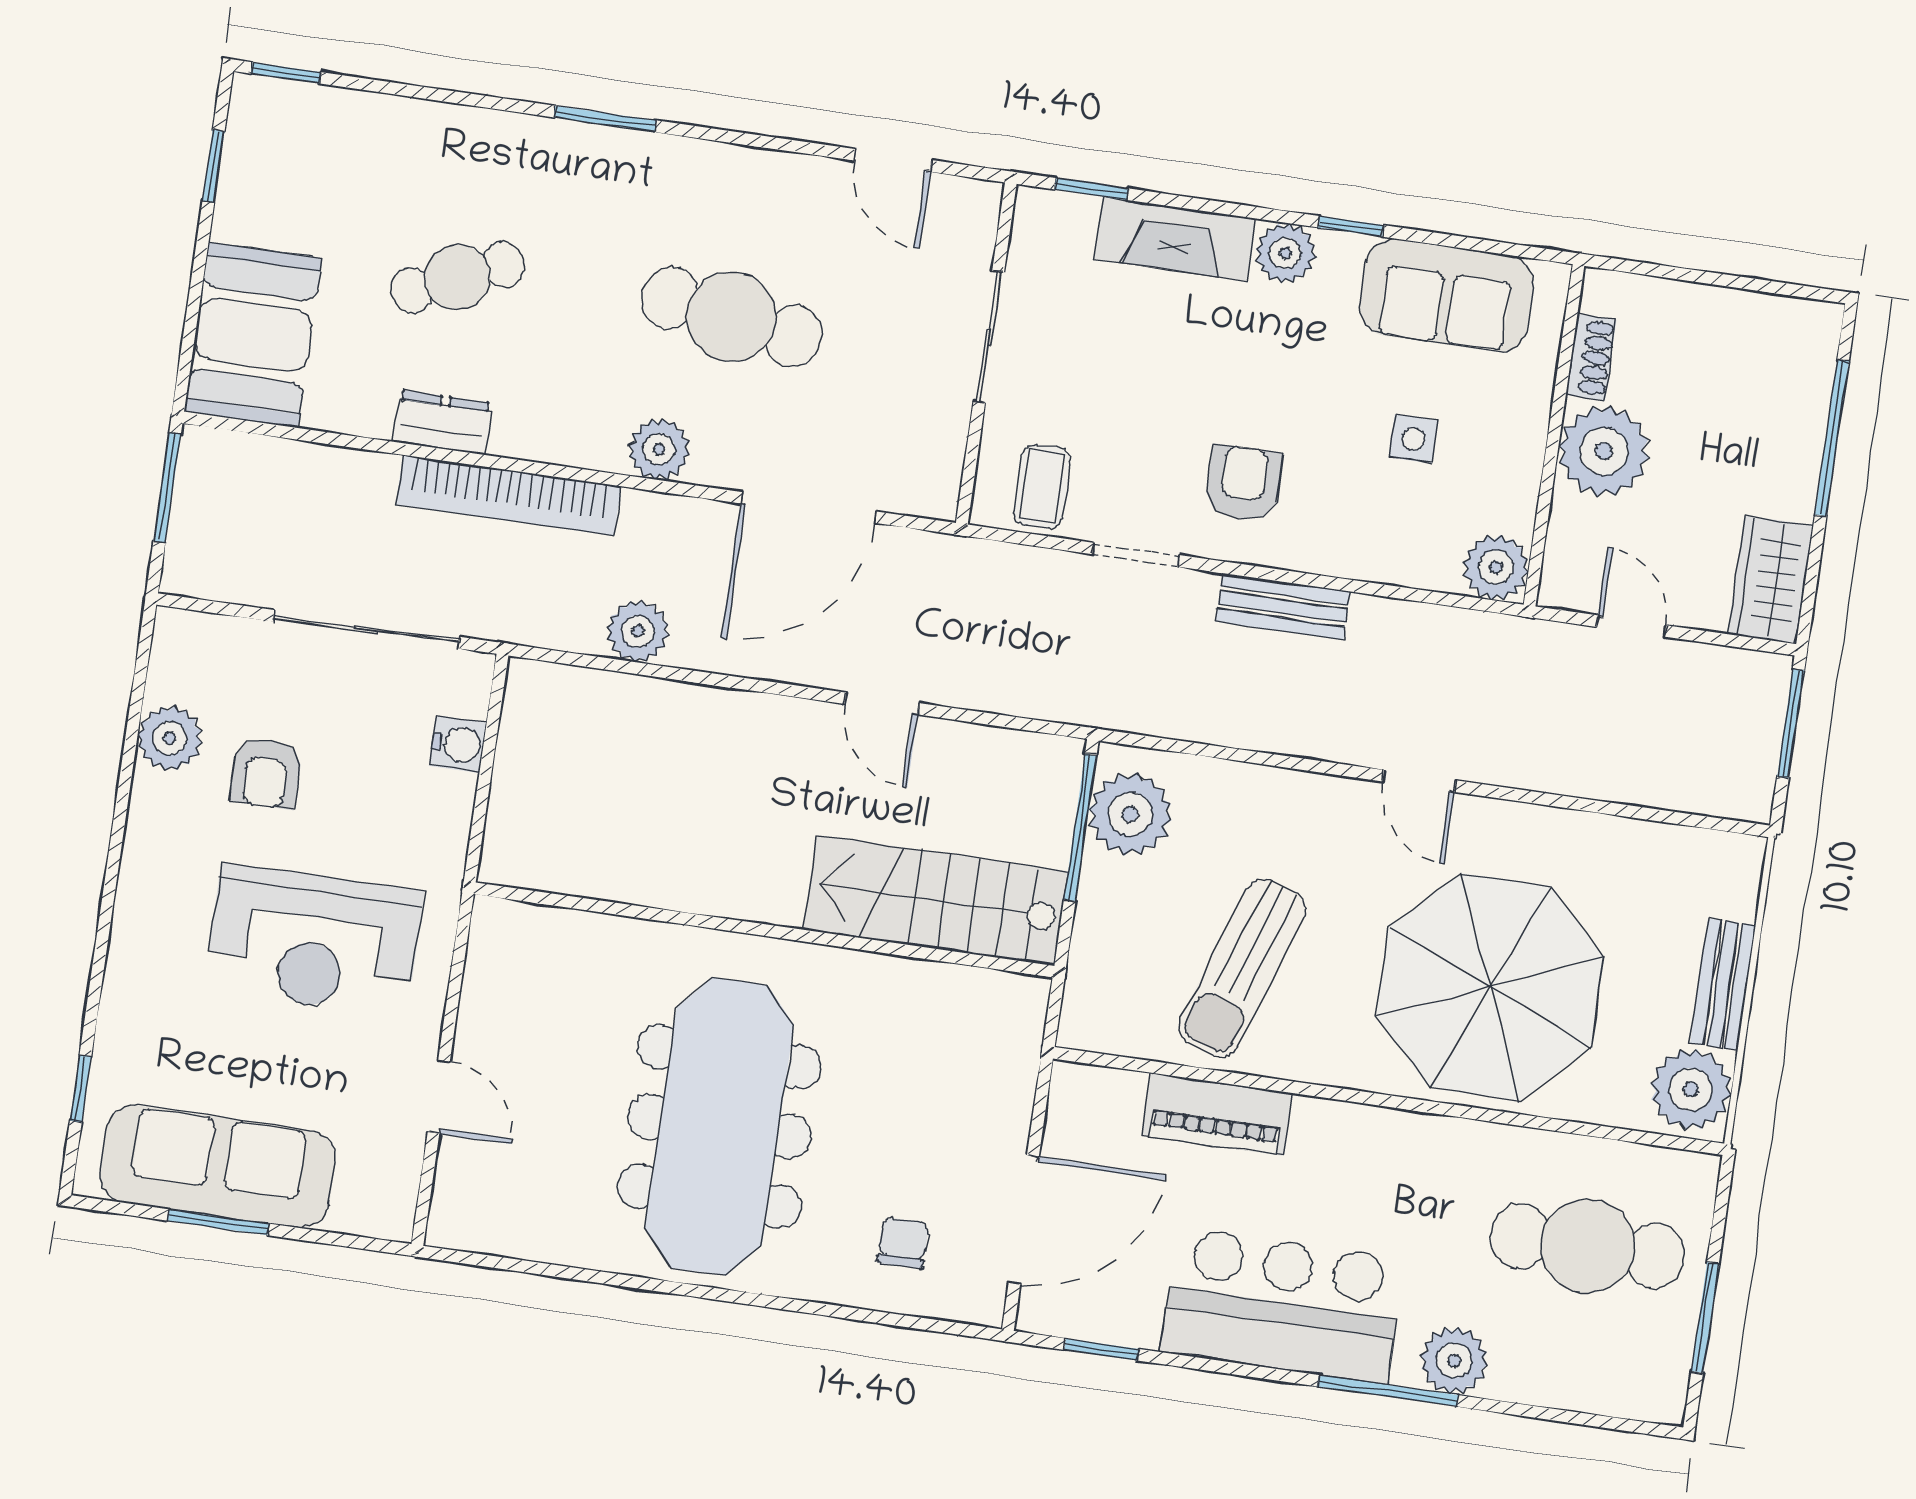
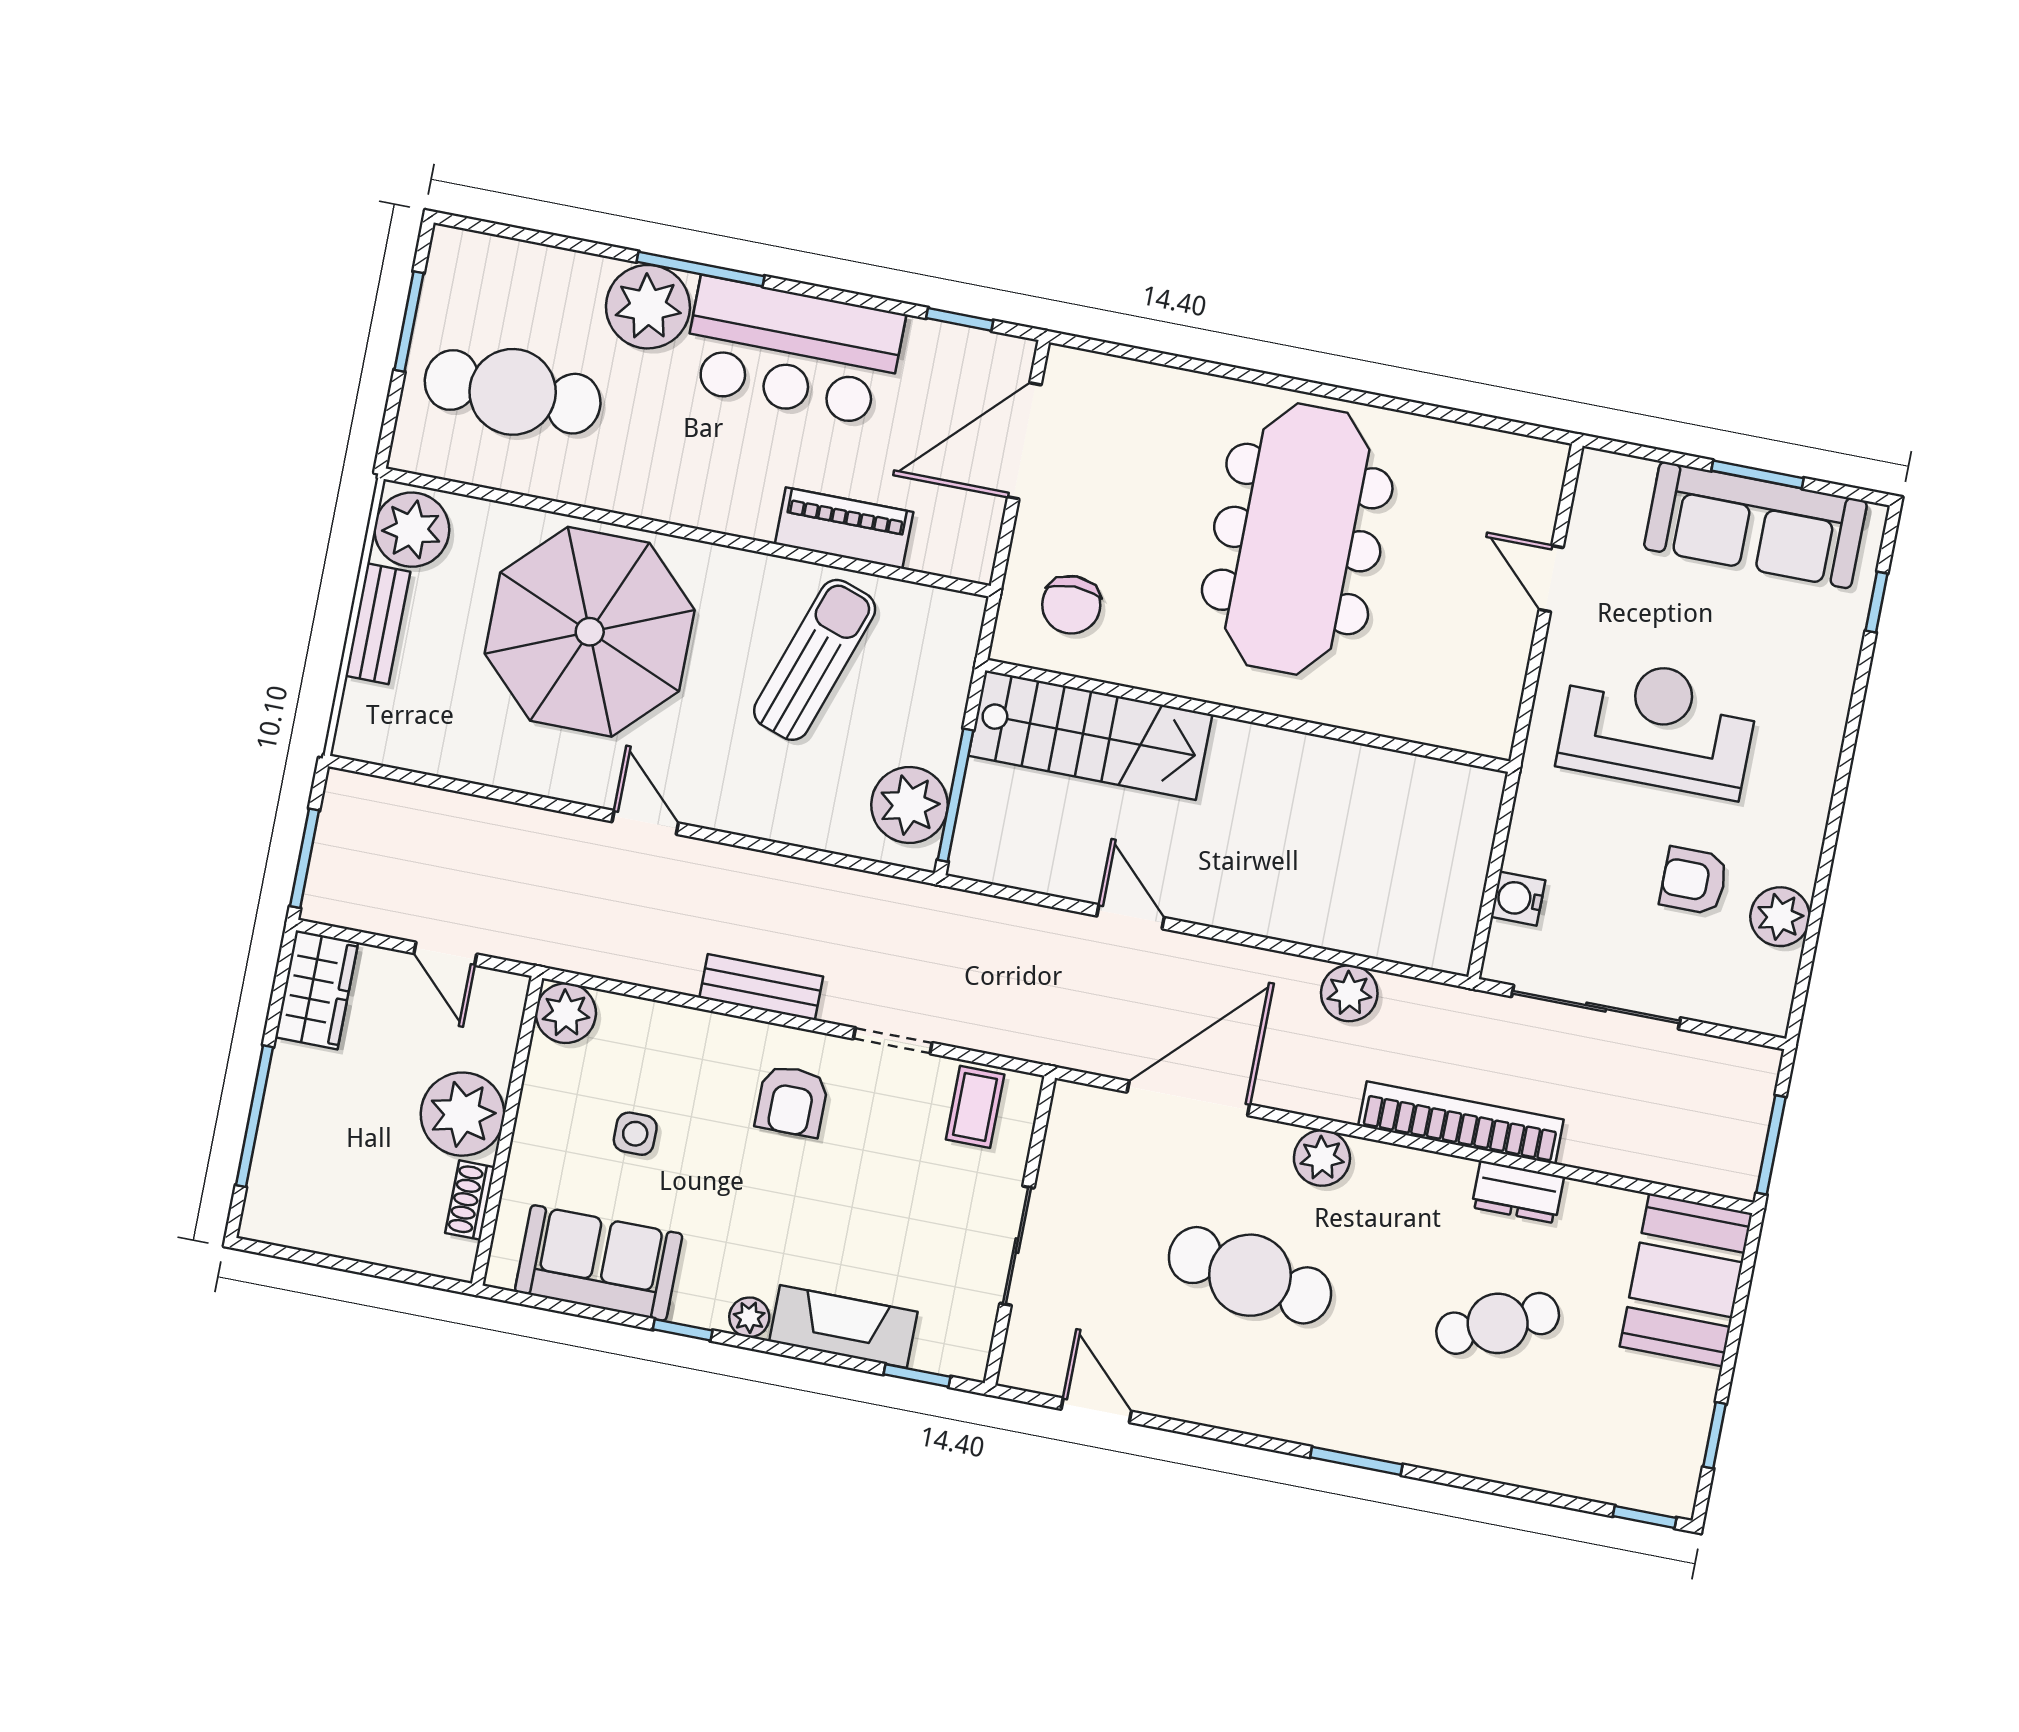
plant: (1285, 253) -> (749, 1317), width x0.73, depth x0.73
armchair: (266, 773) -> (1694, 881), turned -90
chair: (903, 1243) -> (1071, 605), moved, width x1.37, depth x1.37
plant: (1454, 1360) -> (648, 307), width x1.36, depth x1.36

